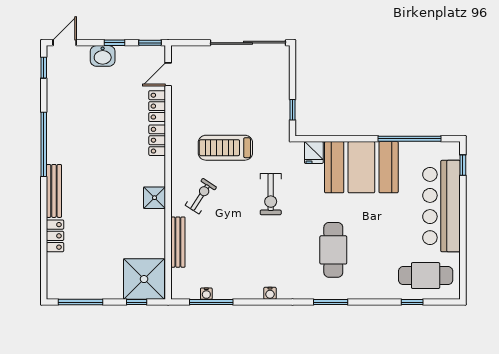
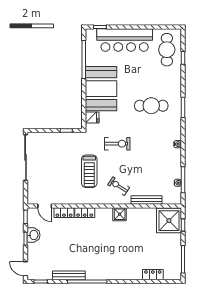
washbasin: (103, 56) -> (33, 235), moved
bench: (54, 191) -> (69, 275), moved
locker: (55, 236) -> (153, 275), moved

